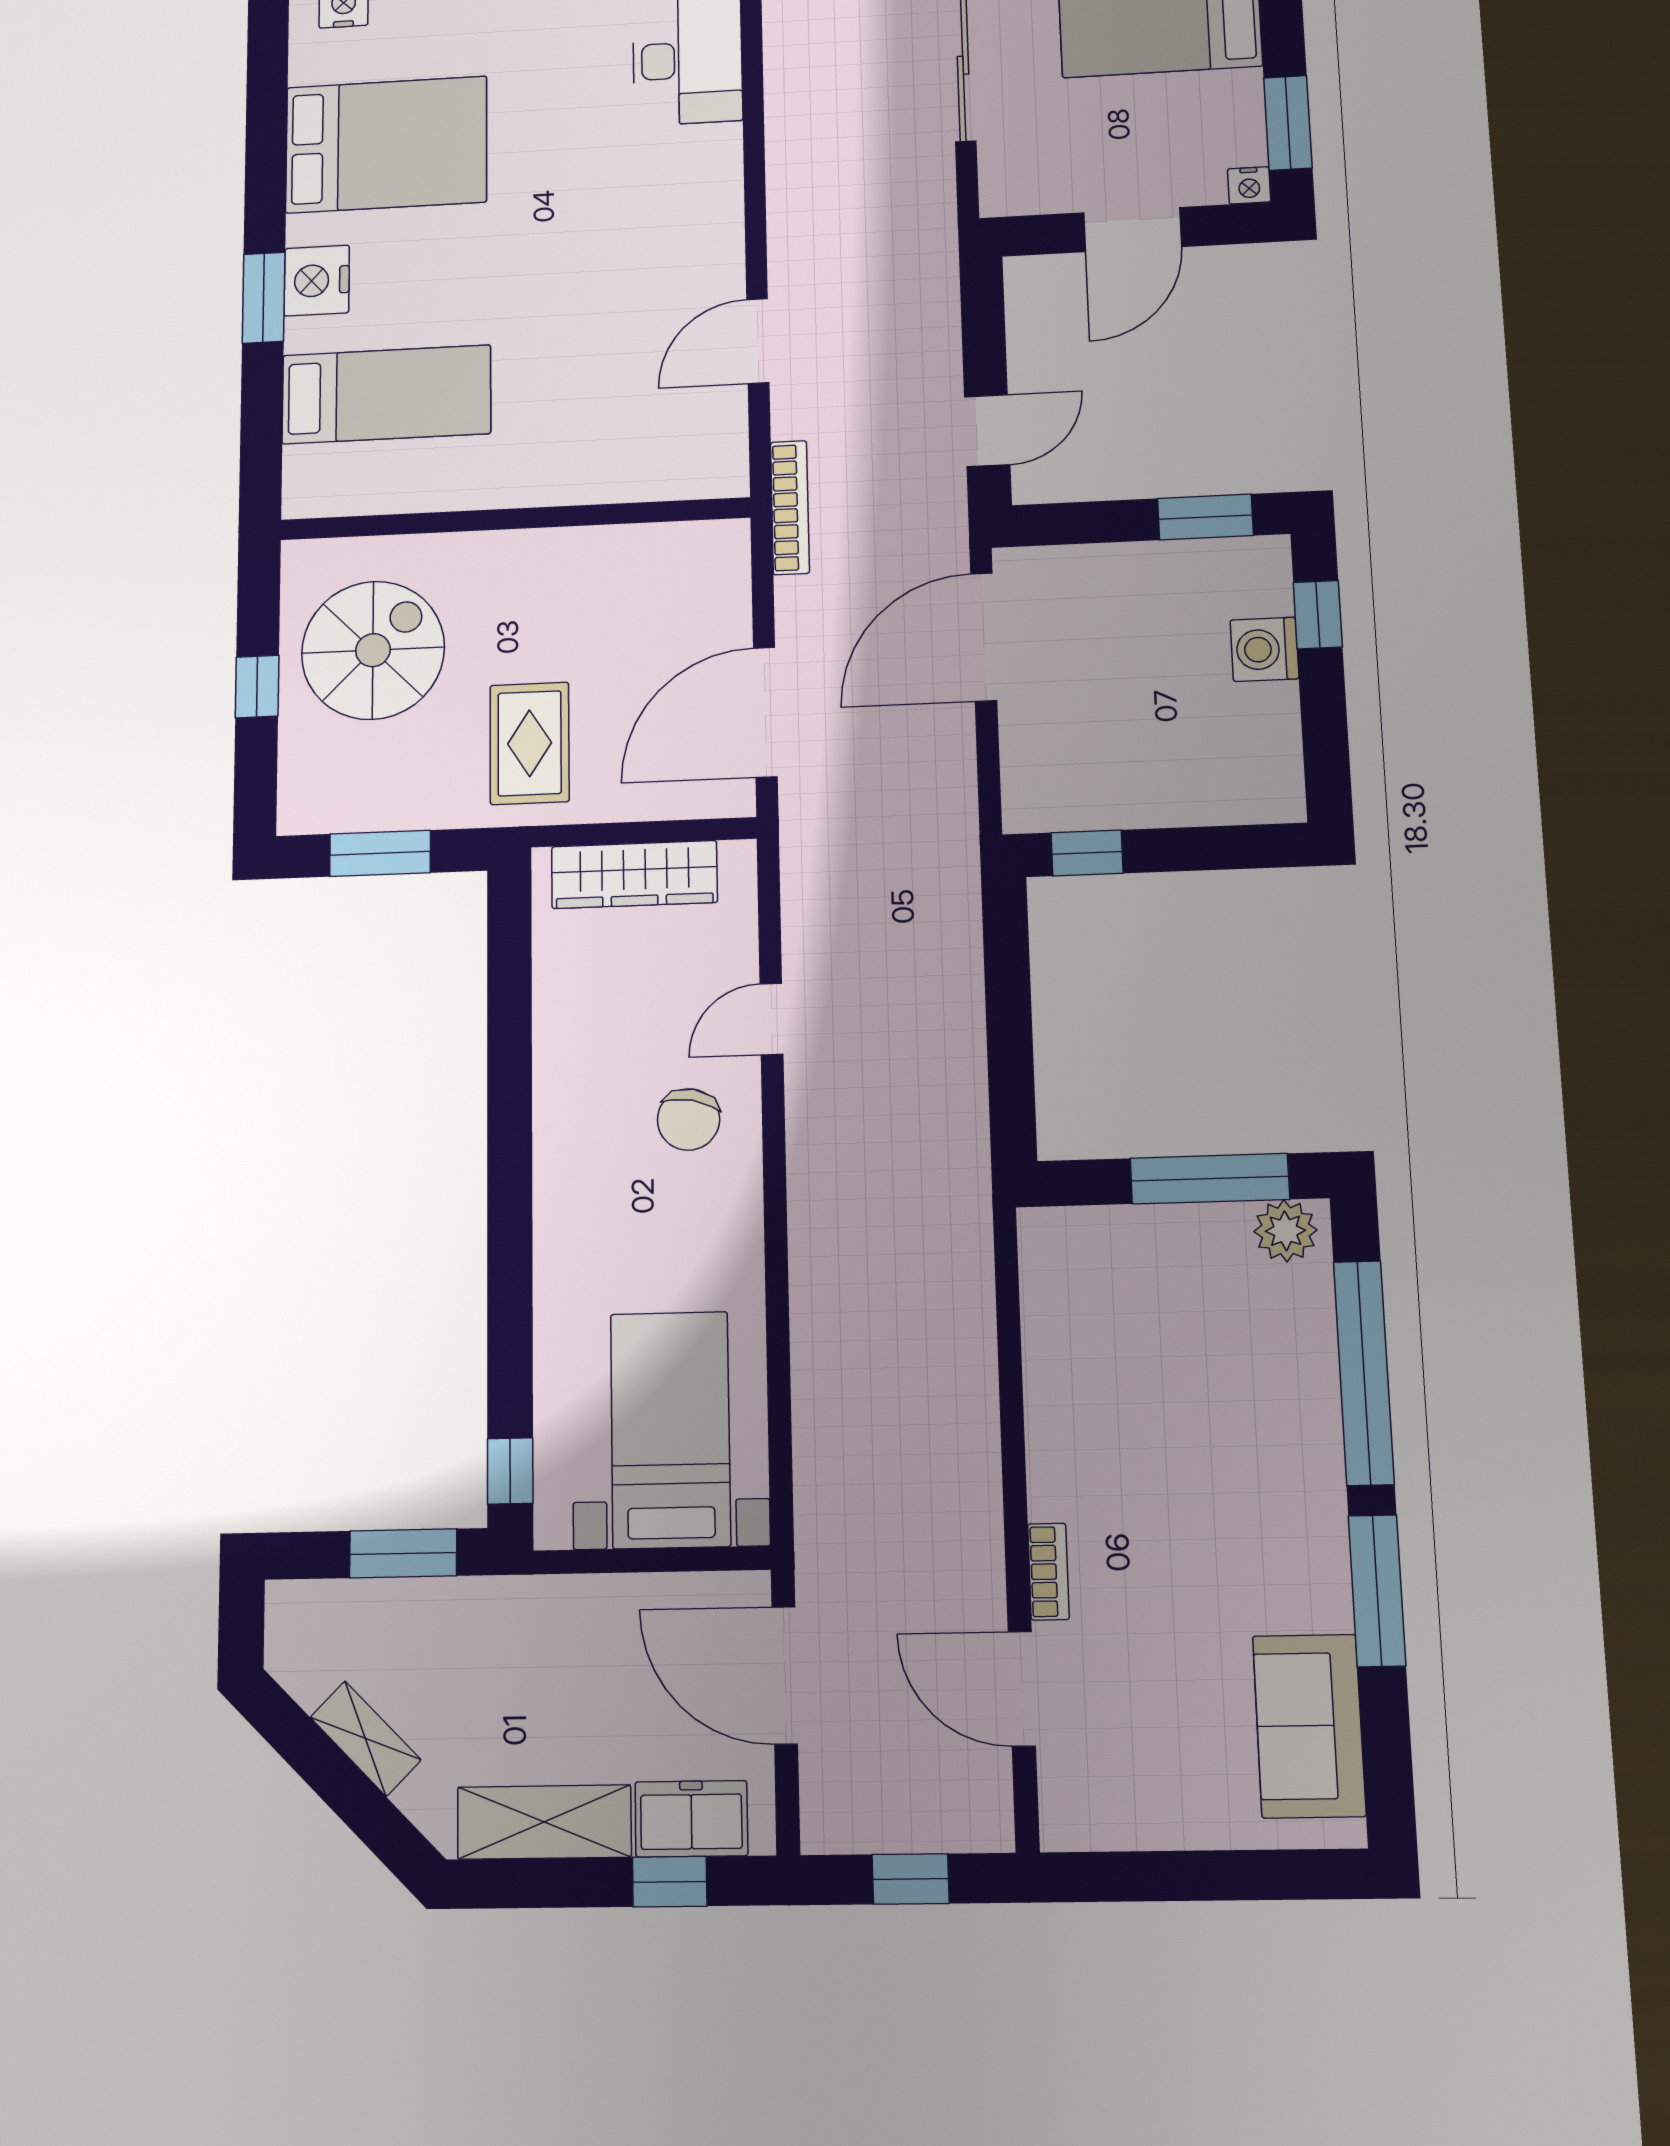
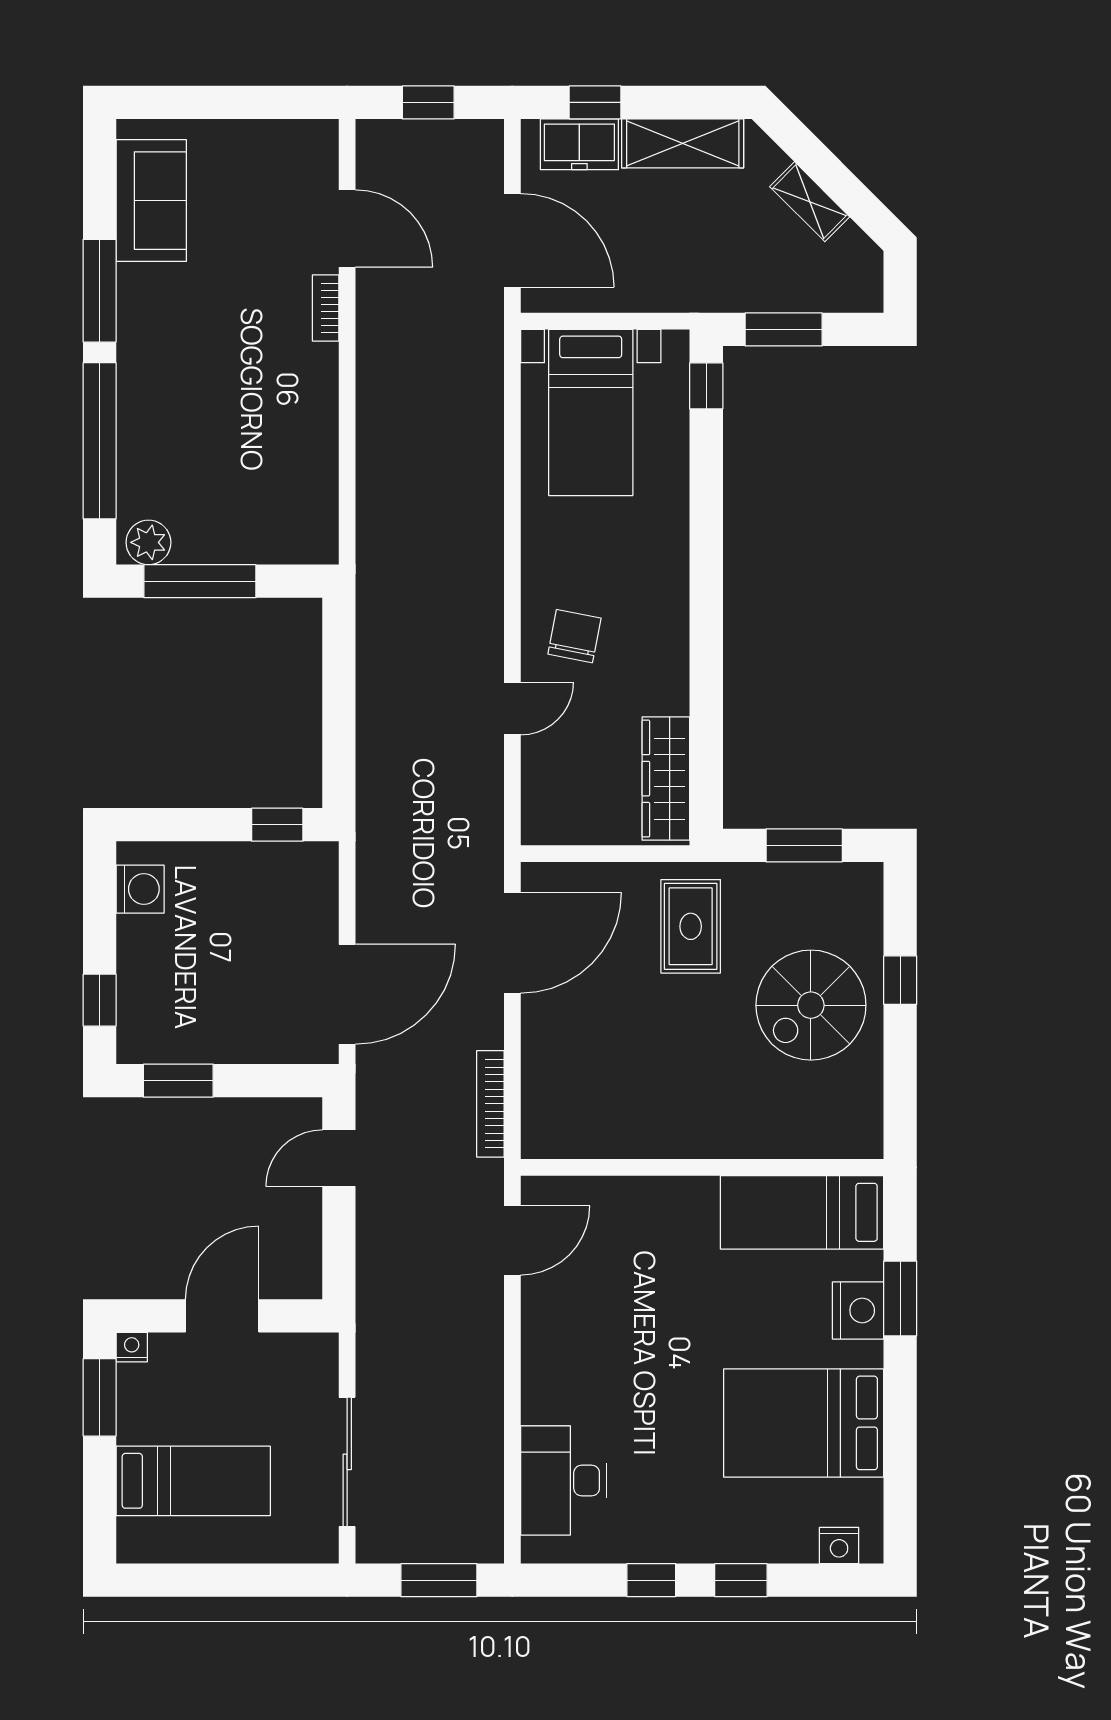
wall: (514, 519) -> (702, 1167), moved
washing machine: (1264, 649) -> (140, 889), moved
wardrobe: (634, 875) -> (666, 779), moved, turned -90

